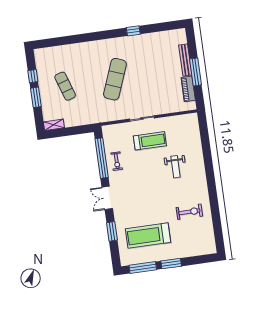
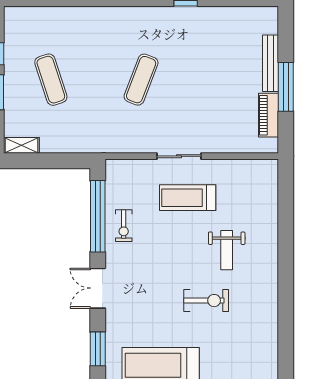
exercise mat: (115, 79) -> (141, 80), width x0.73, depth x0.69
treadmill: (150, 141) -> (188, 198), turned 180
exercise bike: (189, 212) -> (206, 301), moved

